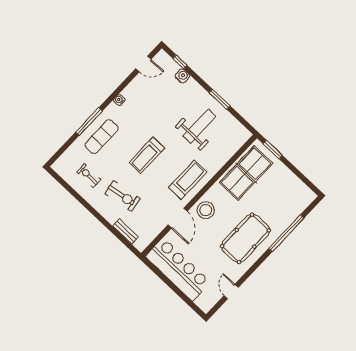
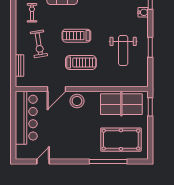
weight bench: (200, 126) -> (123, 50), turned 90
treadmill: (188, 180) -> (81, 62), moved
pool table: (246, 238) -> (121, 140), moved

